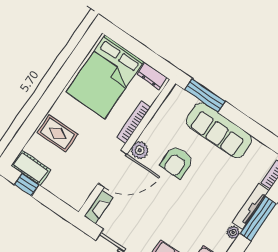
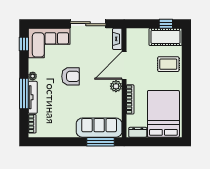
sofa: (219, 130) -> (99, 128), moved
armchair: (177, 162) -> (71, 76), moved, turned 90
cot: (31, 168) -> (166, 37), width x1.37, depth x1.34

